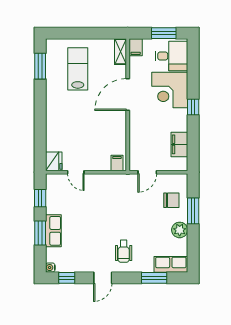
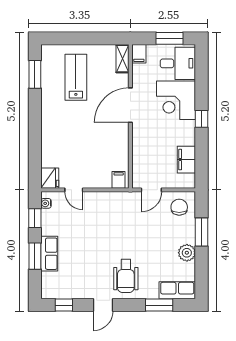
chair: (171, 200) -> (179, 207), moved, turned -90
wheelchair: (124, 251) -> (126, 276), width x1.36, depth x1.37
water cooler: (50, 268) -> (46, 203), moved

